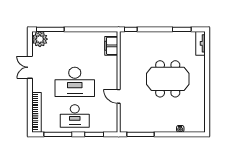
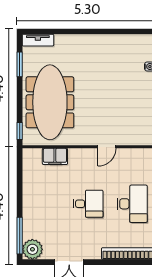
filing cabinet: (111, 46) -> (55, 156), moved
meeting table: (168, 79) -> (50, 102), moved, width x1.36
desk: (75, 82) -> (88, 204), width x0.53, depth x0.77

